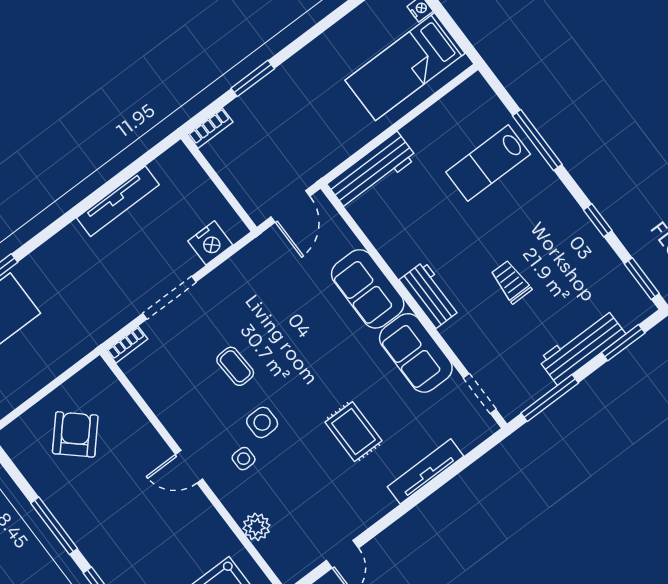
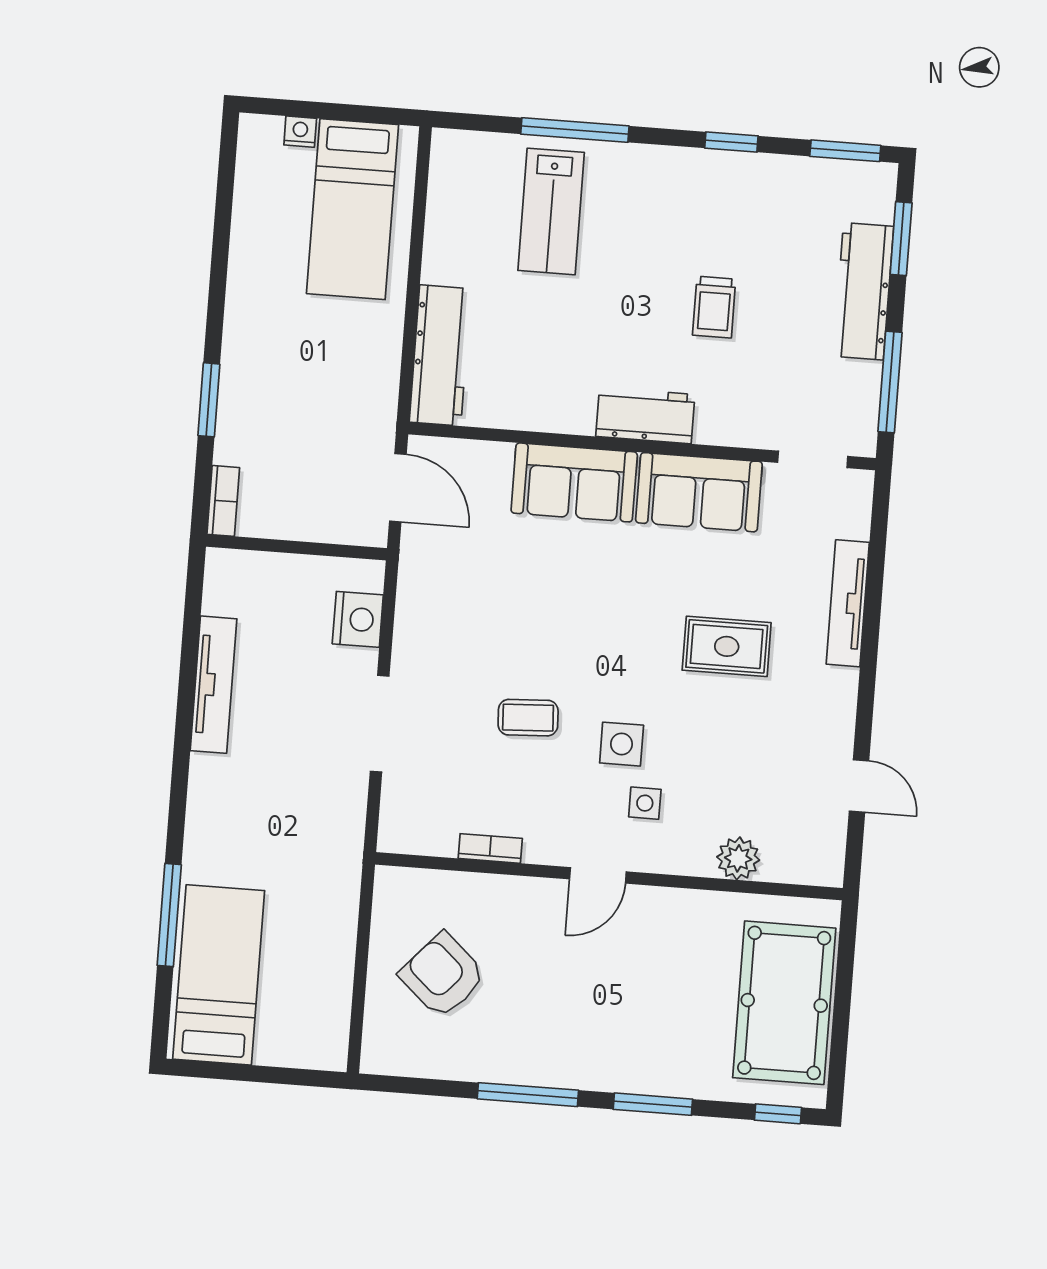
trolley: (511, 282) -> (714, 307), turned -90
bookcase: (127, 345) -> (490, 848), moved, turned -90

